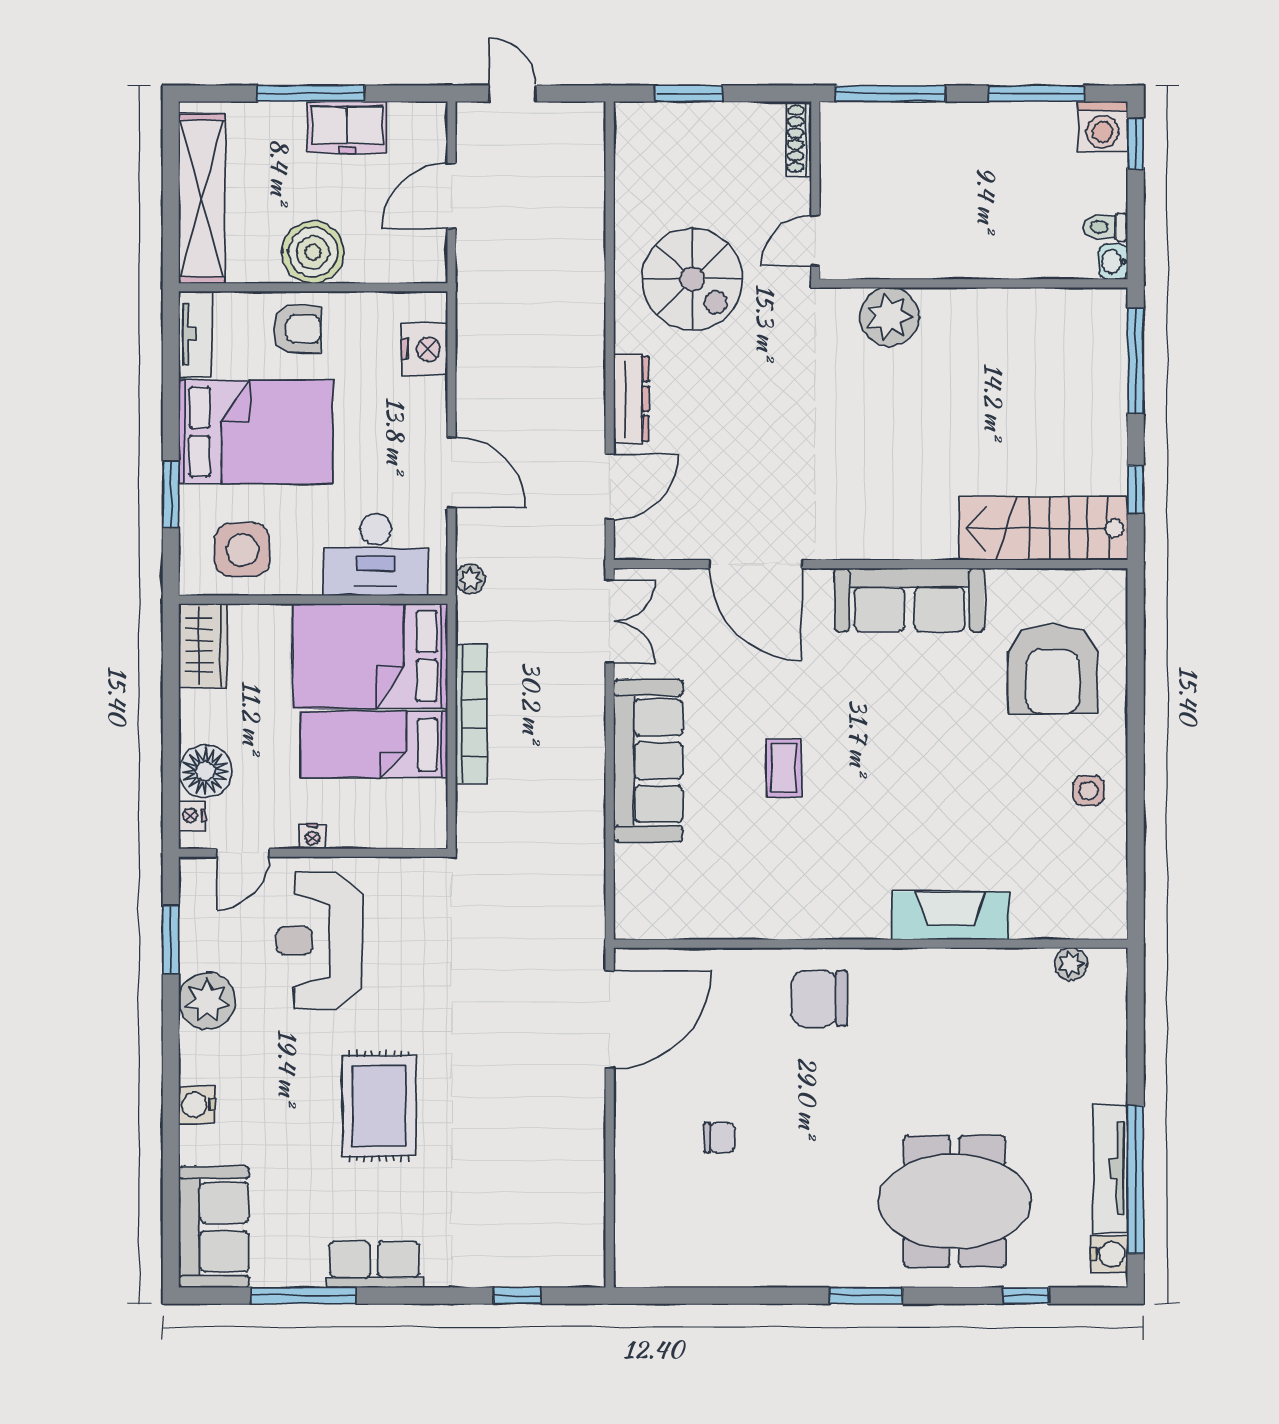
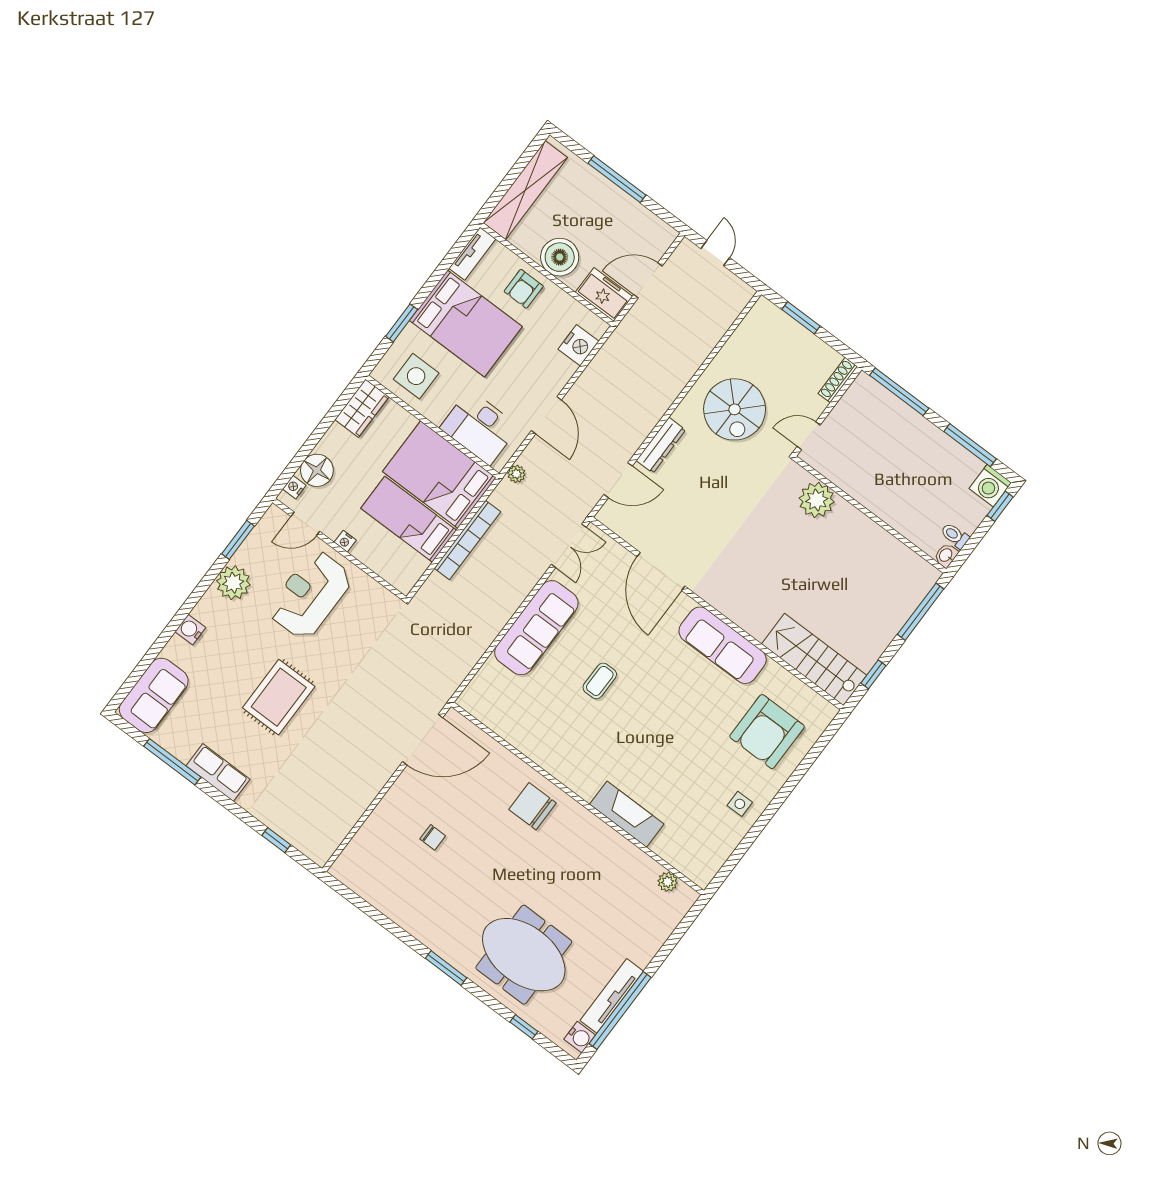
freezer: (347, 127) -> (604, 294), moved, turned 180
armchair: (297, 329) -> (524, 289), turned 90

